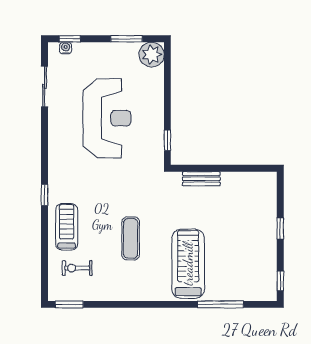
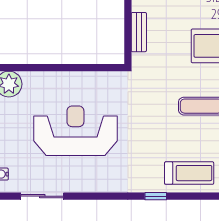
window: (167, 140) -> (98, 68), removed
treadmill: (67, 227) -> (189, 173), turned 180

